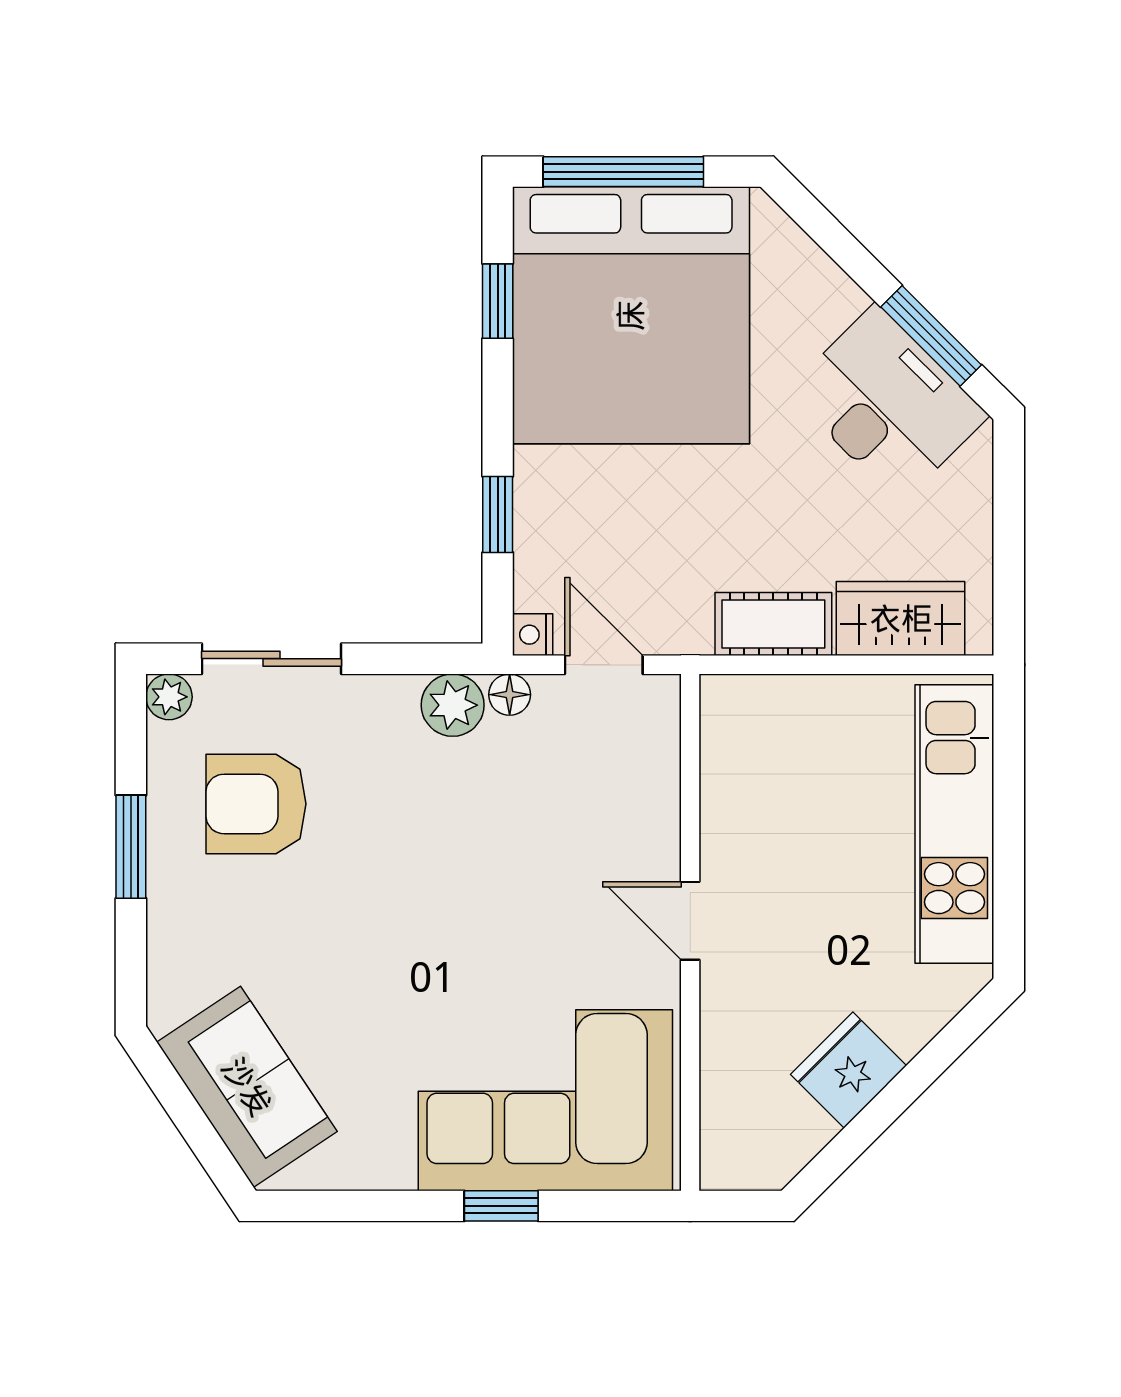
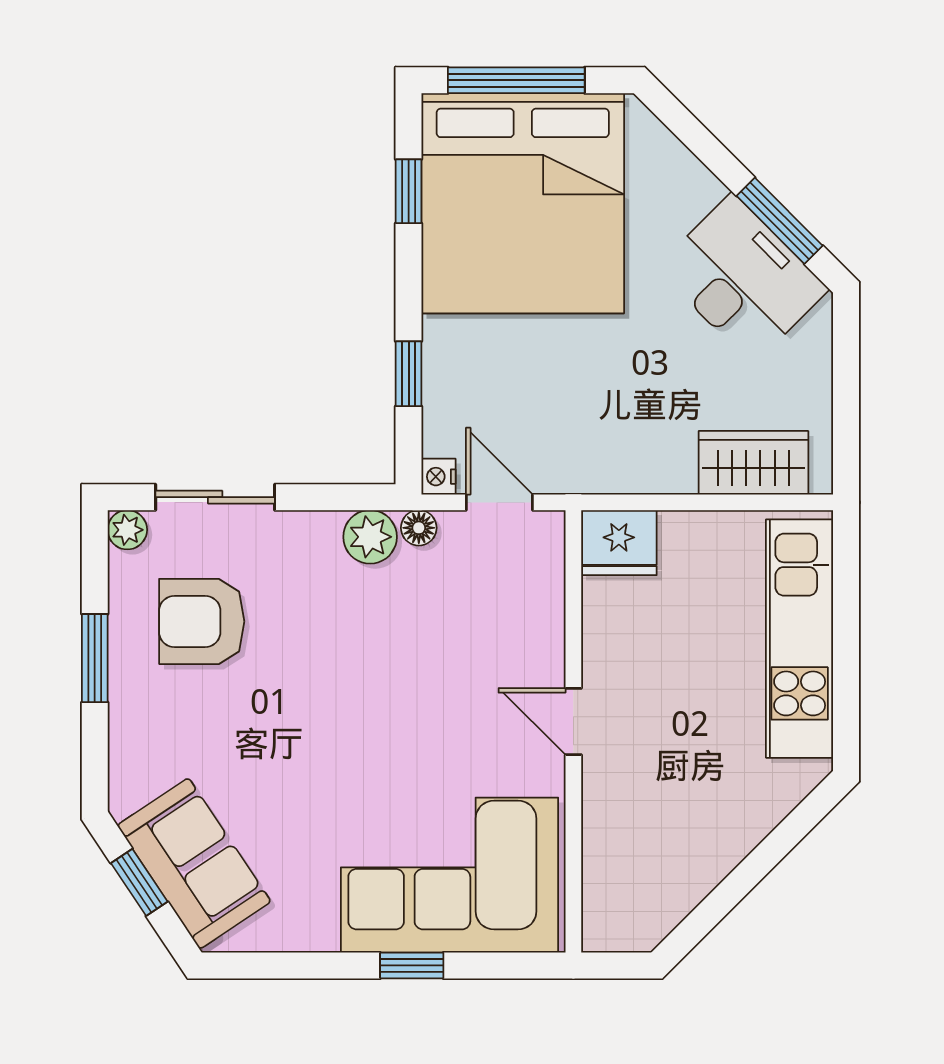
cot: (773, 624) -> (645, 467), removed
fridge: (848, 1070) -> (619, 543), moved, turned -135
window: (183, 1109) -> (139, 882), added

